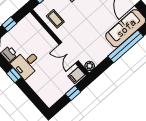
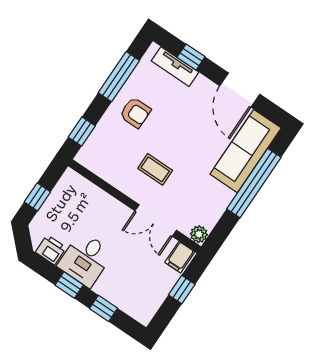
coffee table: (55, 19) -> (155, 169), moved
window: (29, 92) -> (104, 308), added

